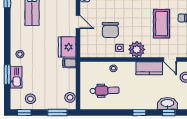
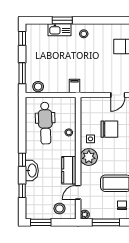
chair: (110, 30) -> (109, 129), turned 180
fridge: (67, 47) -> (91, 84), removed
dental chair: (105, 91) -> (45, 123), width x1.36, depth x1.38
stool: (30, 99) -> (37, 45), removed
washbasin: (167, 103) -> (32, 171), moved

